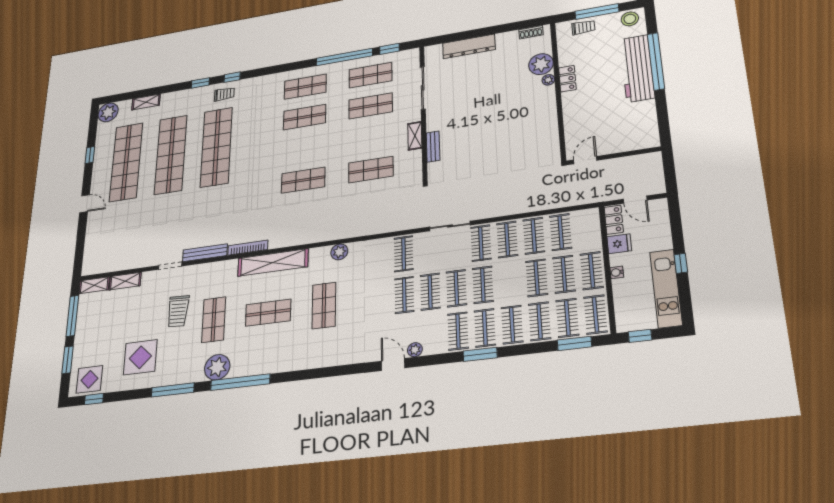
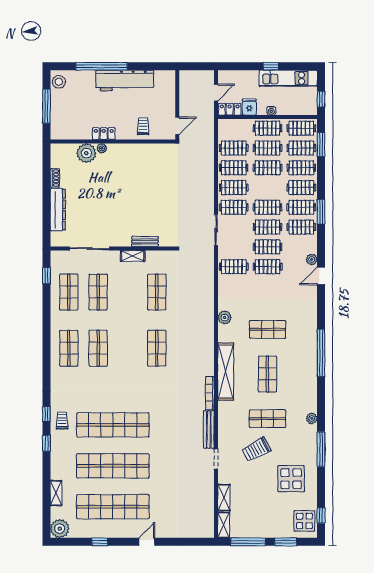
trolley: (583, 27) -> (143, 126), moved
shoe rack: (531, 32) -> (55, 178), moved
window: (344, 57) -> (46, 315), removed
workbench: (637, 68) -> (125, 80), moved
door: (585, 160) -> (177, 126), swing flipped
trolley: (178, 311) -> (256, 449), turned 149
plant: (217, 367) -> (312, 418), width x0.53, depth x0.53
window: (240, 382) -> (321, 353), moved

